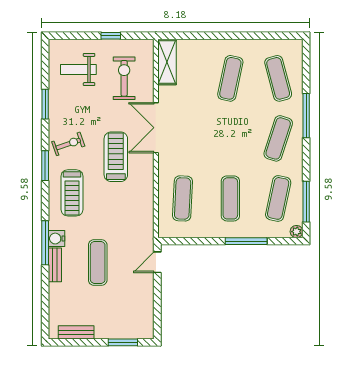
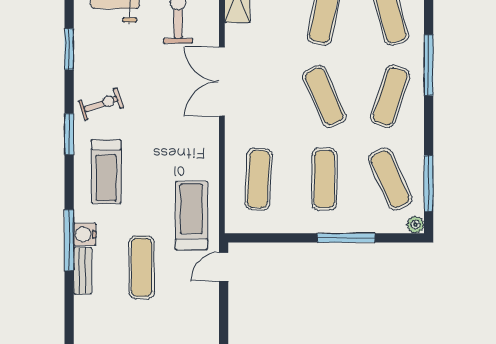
exercise mat: (230, 138) -> (324, 96), added
treadmill: (116, 157) -> (191, 216), moved
exercise mat: (278, 198) -> (390, 179), turned -36

